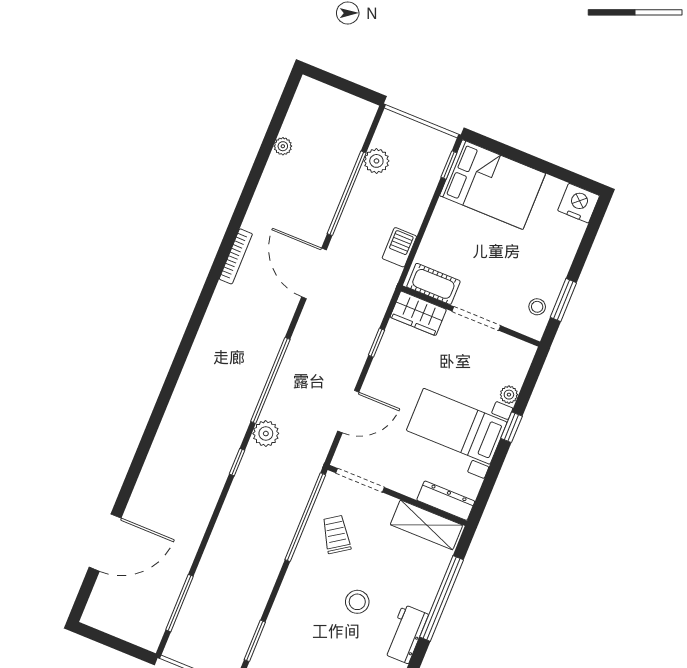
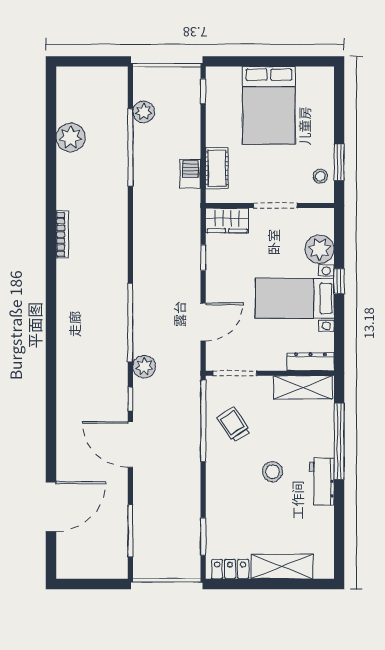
plant: (283, 146) -> (71, 137), width x1.88, depth x1.88
bed: (493, 185) -> (269, 105), moved, turned 90
nightstand: (579, 203) -> (320, 79), removed
door: (314, 273) -> (130, 445), moved
cot: (433, 284) -> (217, 168), moved, turned 90
plant: (509, 395) -> (320, 249), width x1.88, depth x1.88

